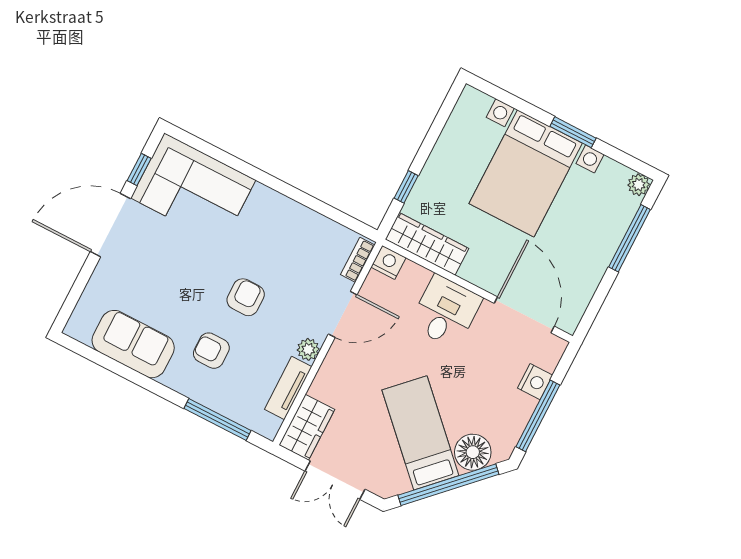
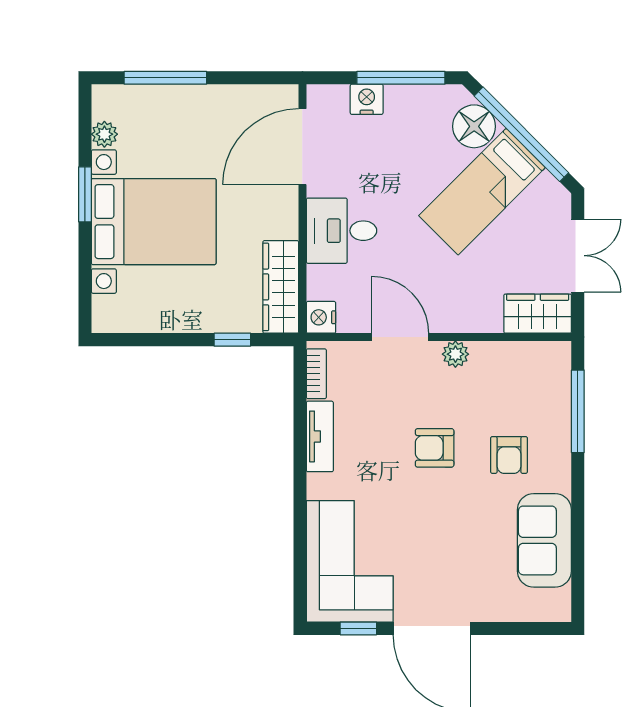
plant: (639, 185) -> (104, 134), moved
bookcase: (358, 260) -> (316, 374), moved, turned -90
tv unit: (288, 388) -> (320, 436), moved, turned -90

